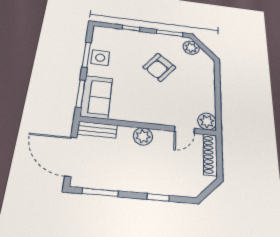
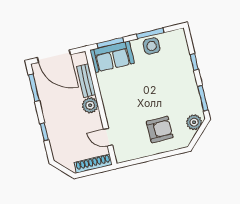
armchair: (159, 67) -> (160, 129), moved, turned 141
plant: (207, 121) -> (123, 154), removed
bench: (97, 130) -> (86, 81), moved
door: (71, 157) -> (54, 56), swing flipped

